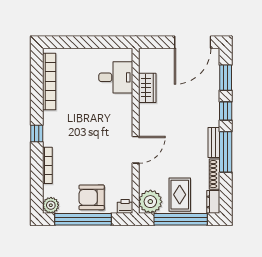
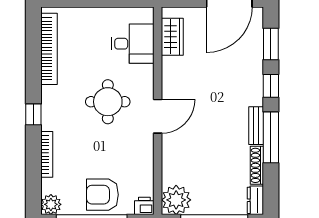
wardrobe: (147, 88) -> (172, 37), moved
round table: (96, 123) -> (108, 102), added
door: (136, 150) -> (158, 116), moved
rug: (180, 195) -> (213, 191), removed

